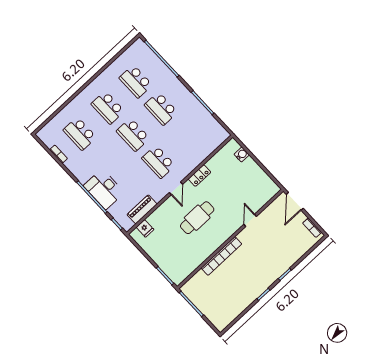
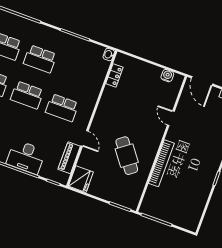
washbasin: (224, 136) -> (109, 54), added
water cooler: (242, 154) -> (167, 76), moved
locker: (199, 175) -> (114, 75), moved
door: (176, 188) -> (84, 138), moved
cafe table: (197, 218) -> (127, 156), moved, turned -37
fridge: (145, 228) -> (81, 179), width x1.88, depth x1.34

